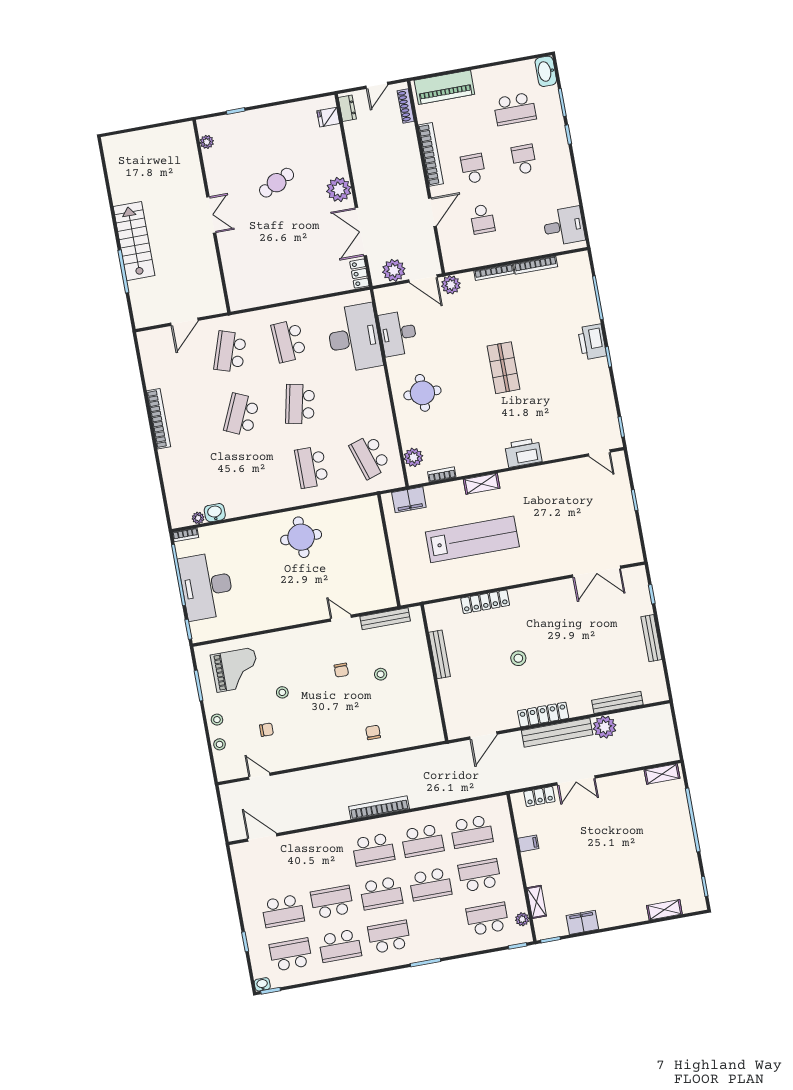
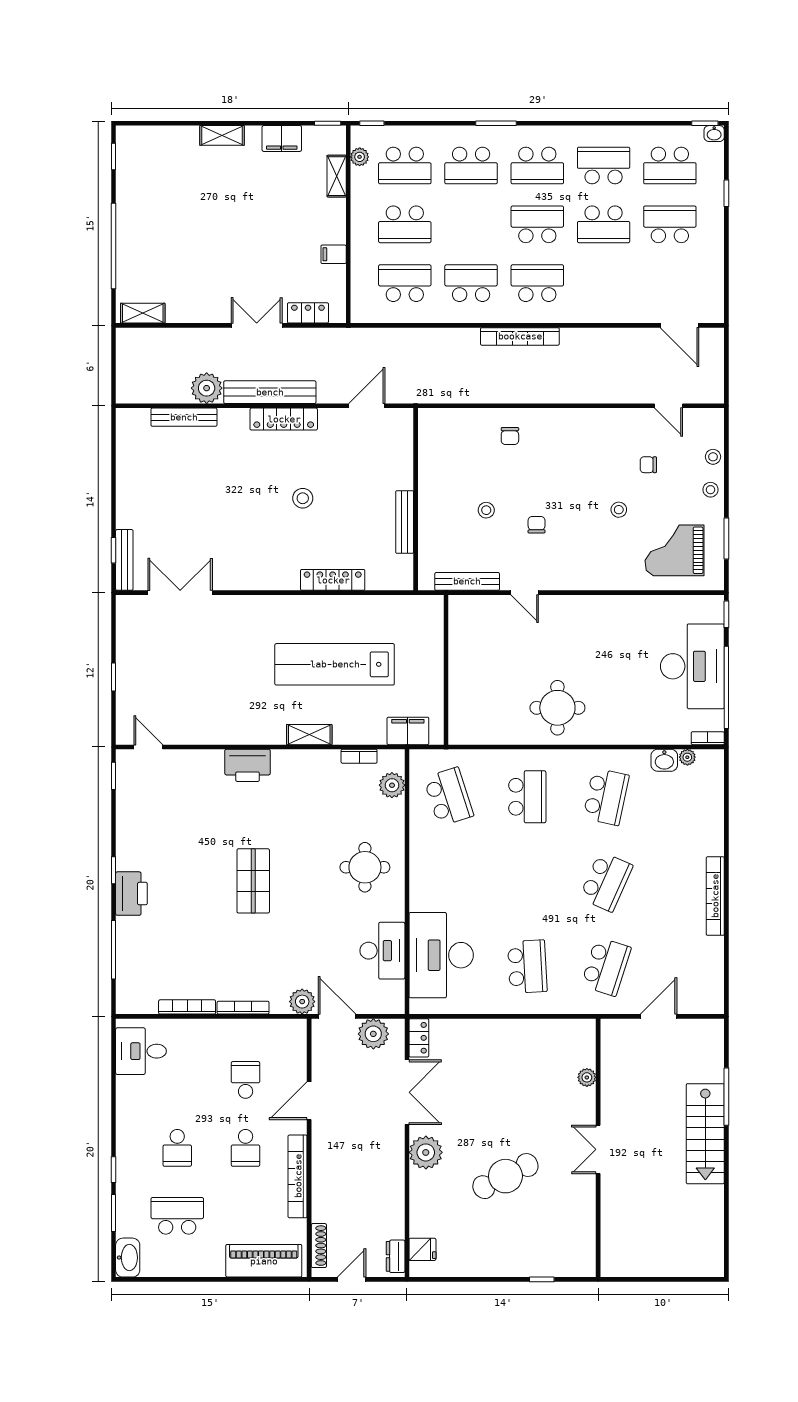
plant: (207, 142) -> (587, 1077), moved
cafe table: (277, 183) -> (505, 1176), width x1.37, depth x1.35
school desk: (300, 404) -> (606, 797), moved
bench: (651, 638) -> (124, 560), moved
school desk: (430, 884) -> (471, 166), moved, turned 180
shelving: (664, 910) -> (222, 135), moved

